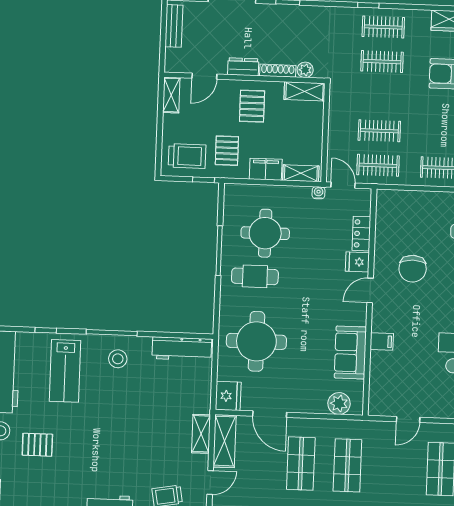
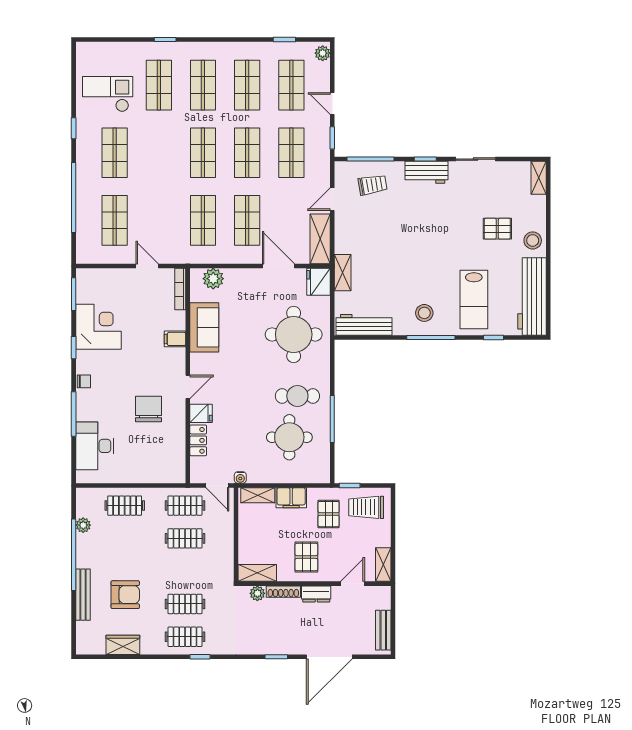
lab bench: (65, 371) -> (474, 300), turned 180
bookcase: (374, 394) -> (180, 289), added
door: (408, 419) -> (147, 266), hinge flipped
shelving: (201, 434) -> (343, 273), moved

